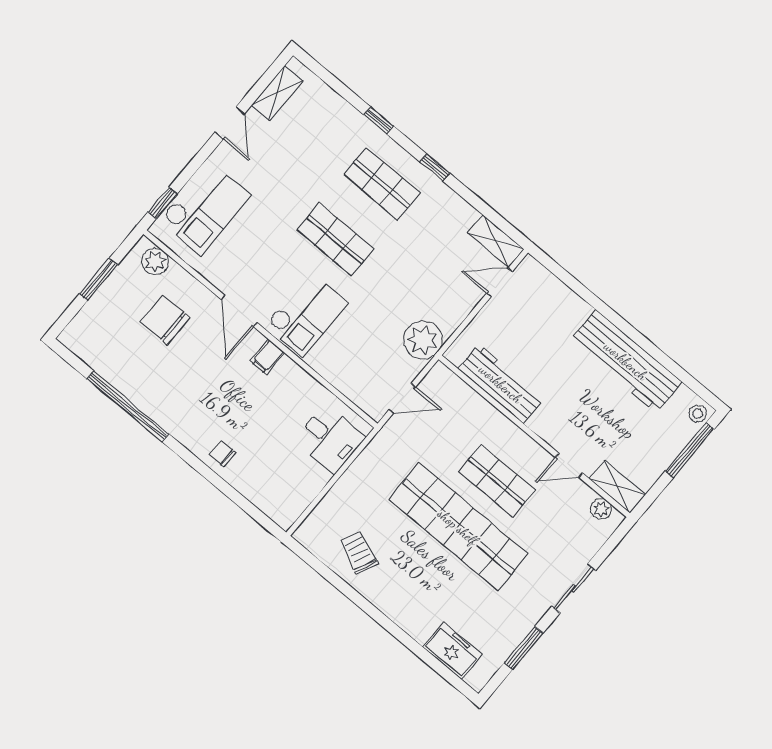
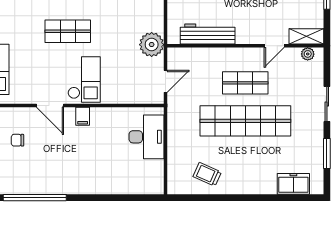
chair: (165, 320) -> (17, 140), width x0.54, depth x0.54
desk: (330, 439) -> (146, 137), width x1.37
chair: (223, 454) -> (100, 182), removed

